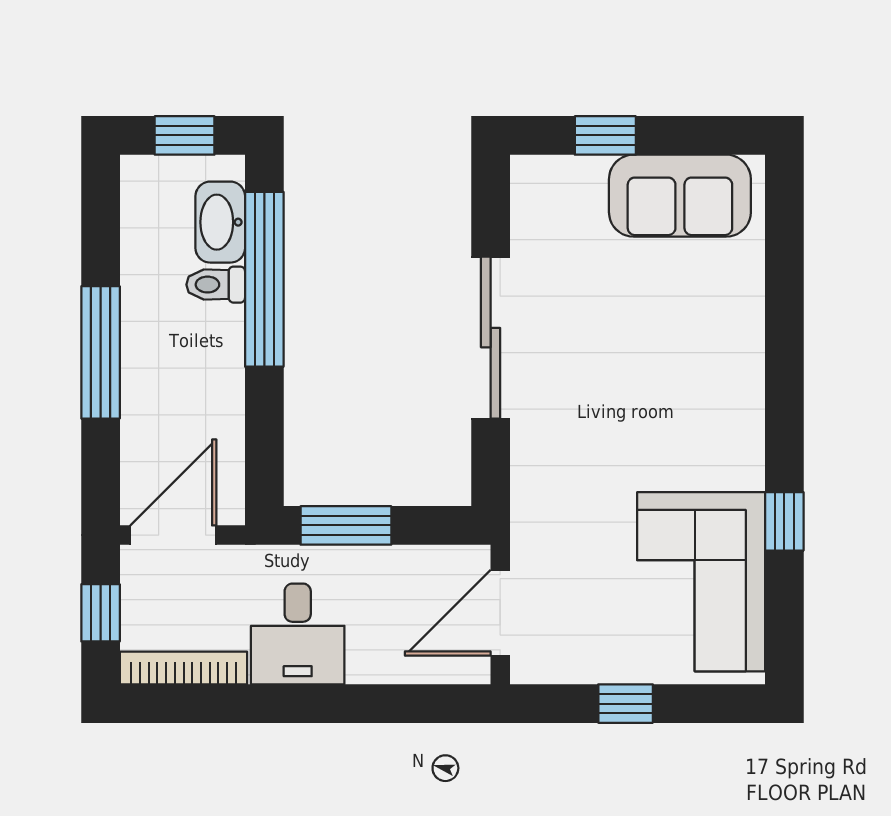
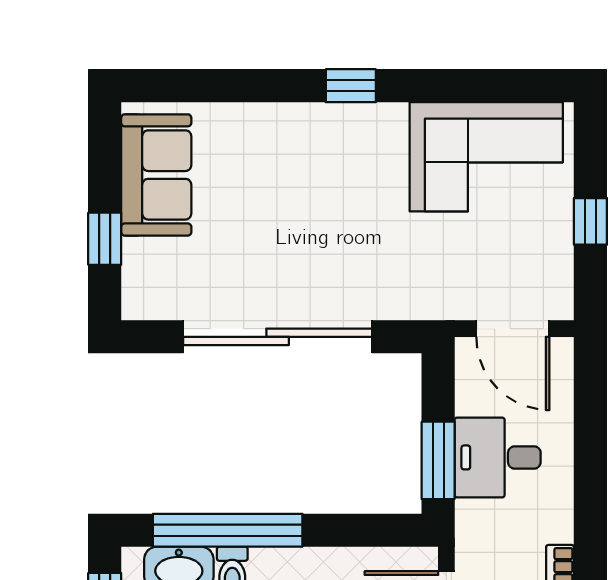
sliding door: (491, 338) -> (278, 337), width x1.36
window: (784, 521) -> (351, 86), moved
desk: (298, 634) -> (498, 457), moved, turned 180

